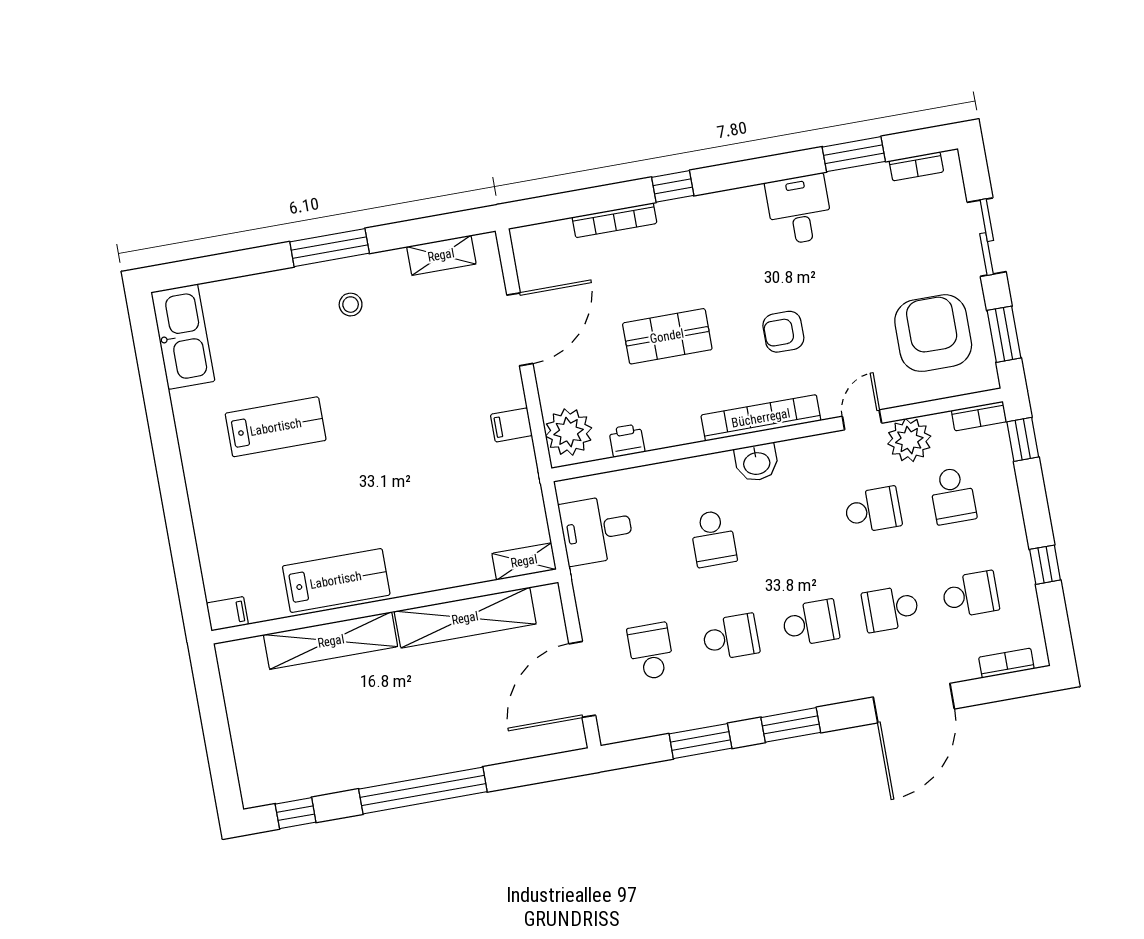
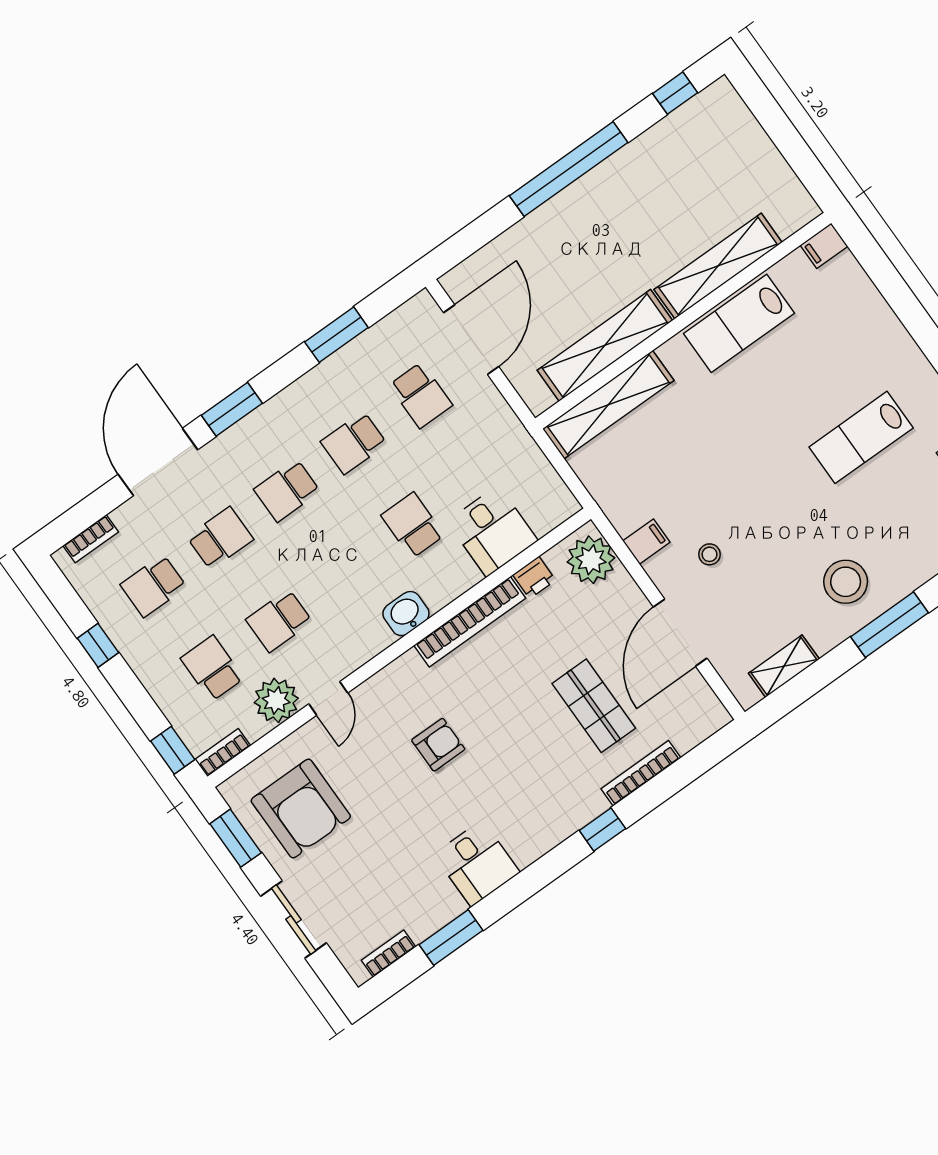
stool: (351, 305) -> (846, 582), width x1.89, depth x1.89
shop shelf: (667, 336) -> (594, 706), moved, turned 90
stool: (460, 387) -> (710, 554), added
bookcase: (761, 418) -> (470, 622), moved
desk: (597, 530) -> (492, 531), moved, turned 90
shelving: (524, 561) -> (608, 405), width x2.20, depth x1.33
window: (791, 725) -> (232, 409), moved

